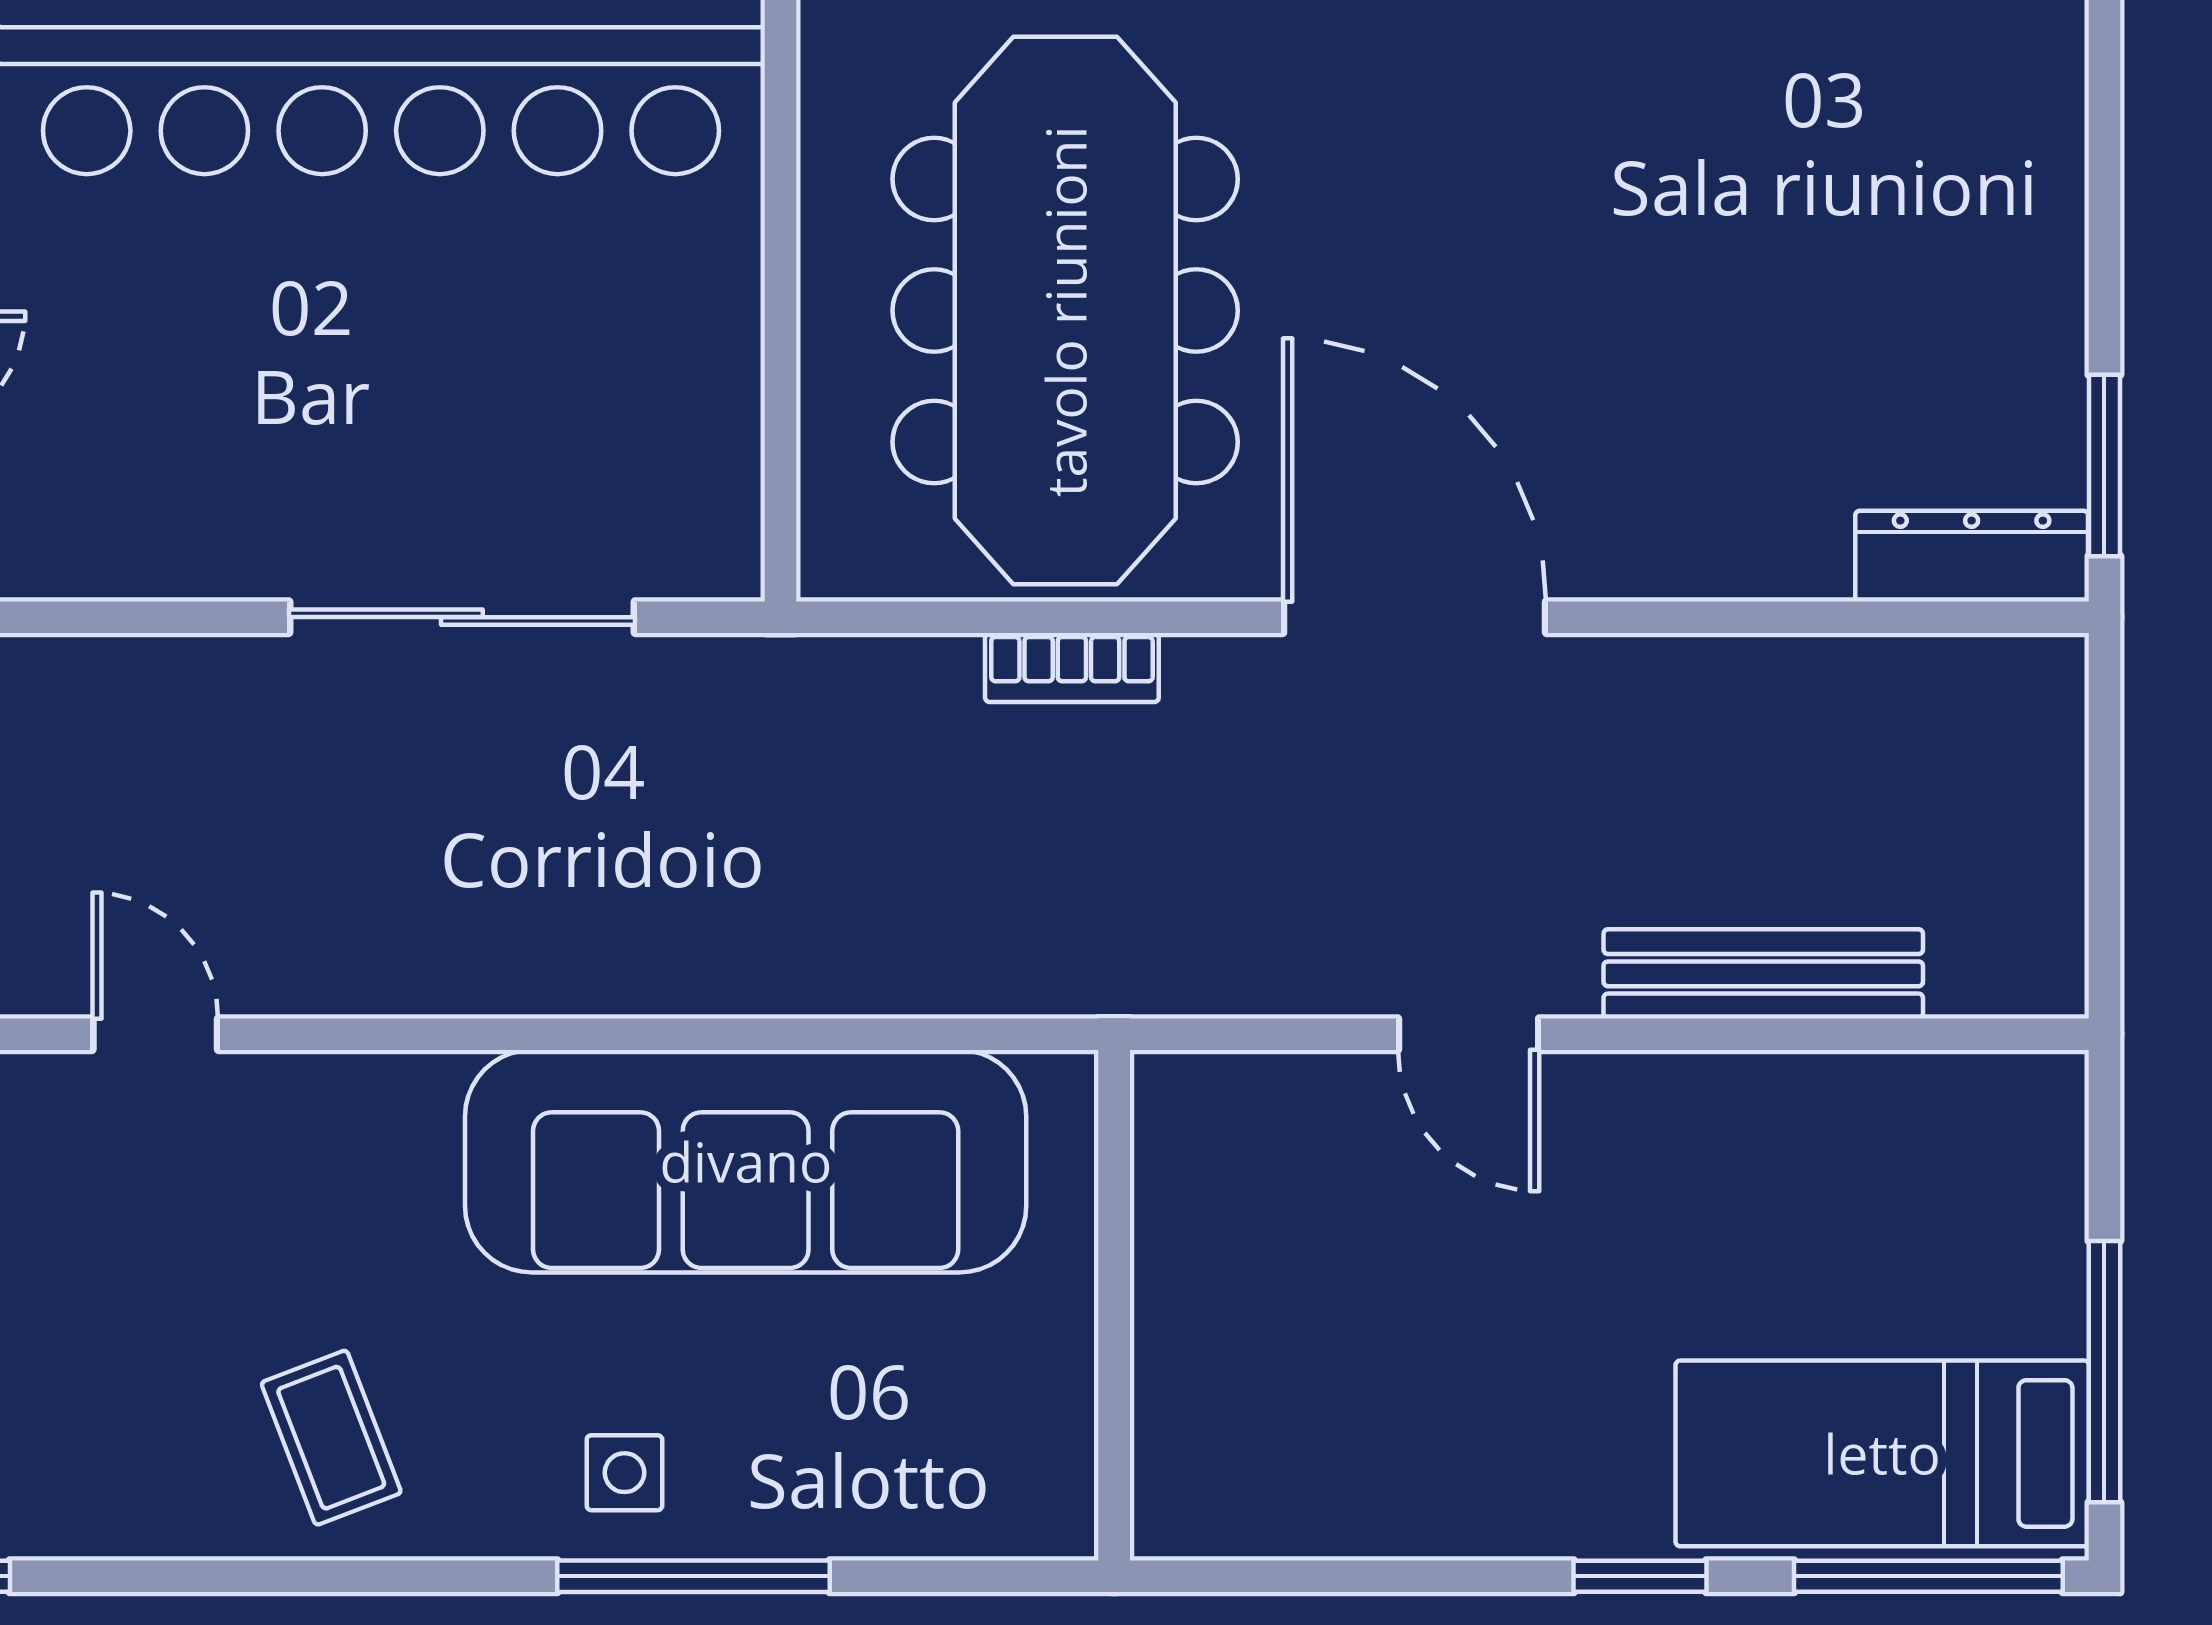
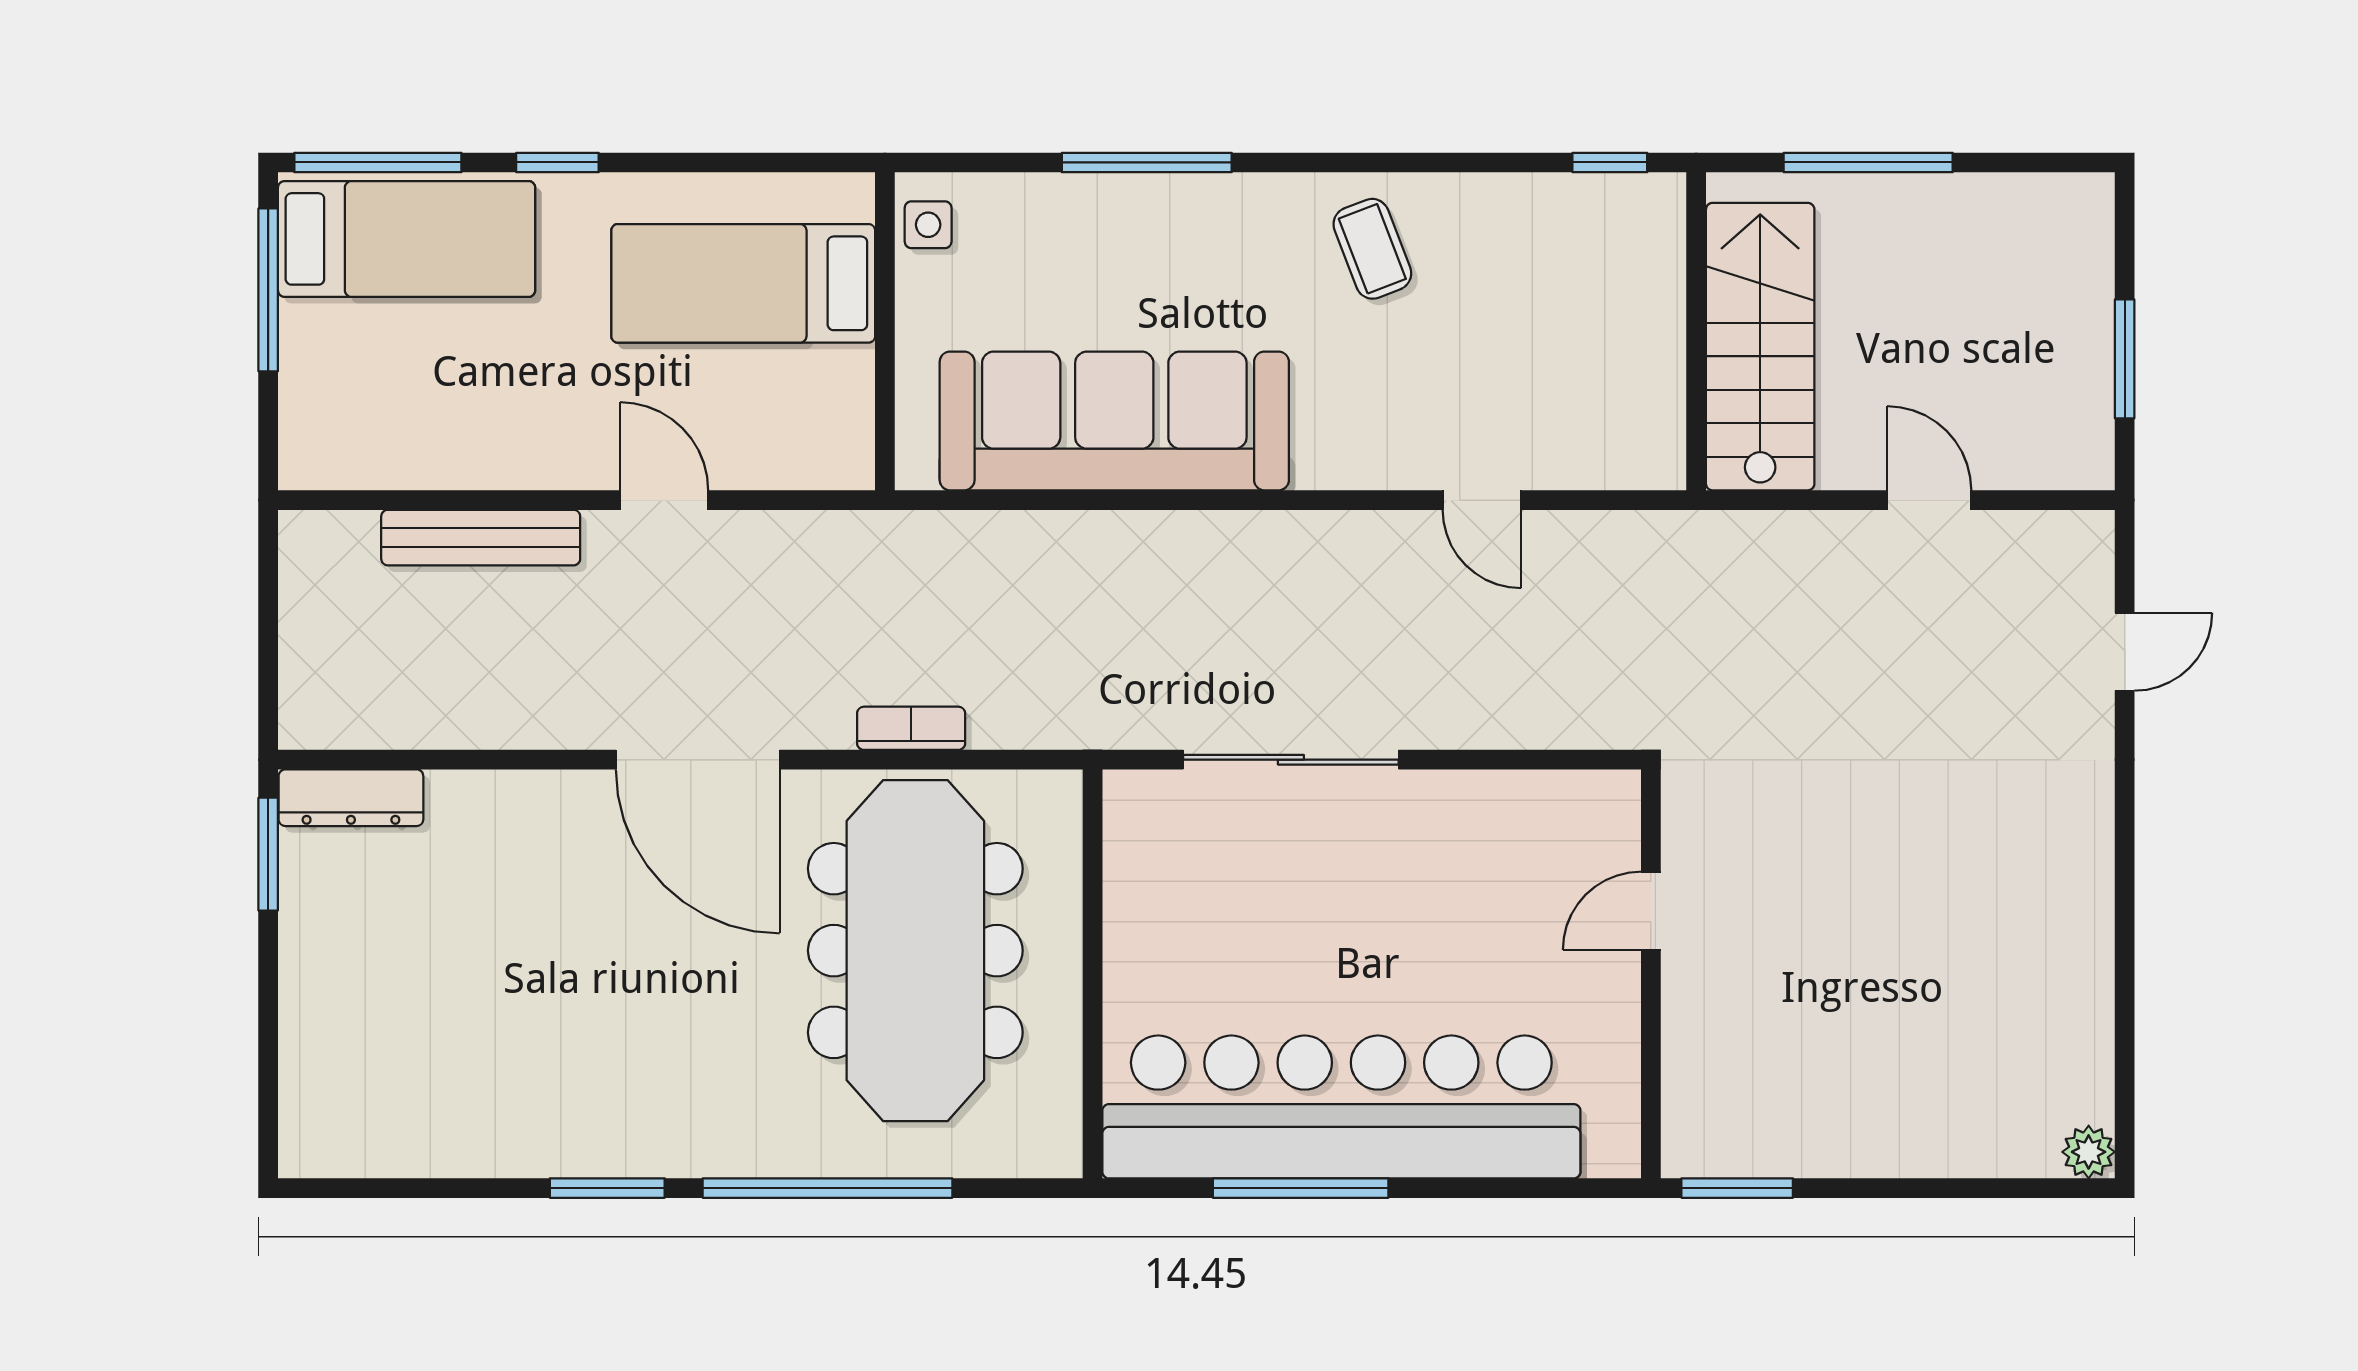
bed: (1342, 1382) -> (743, 283), added
side table: (624, 1473) -> (928, 225), moved

